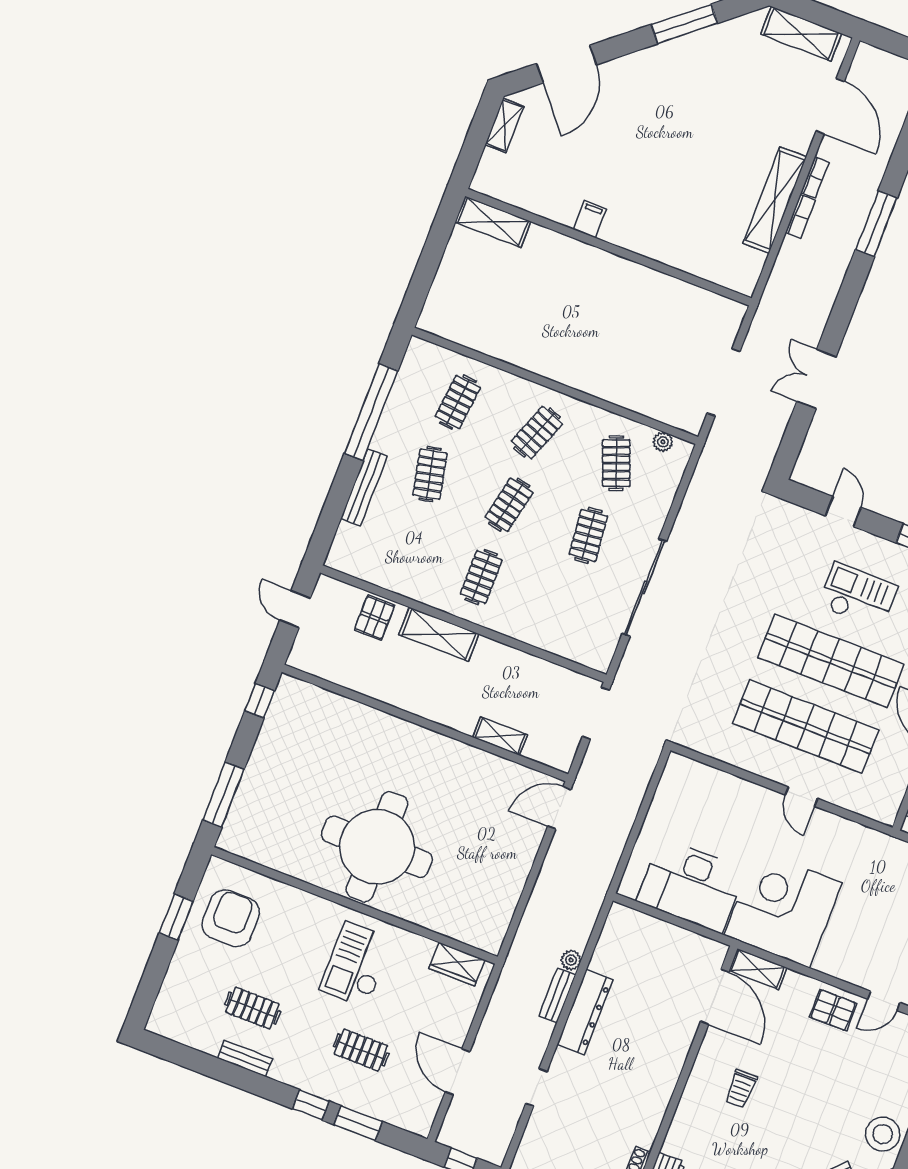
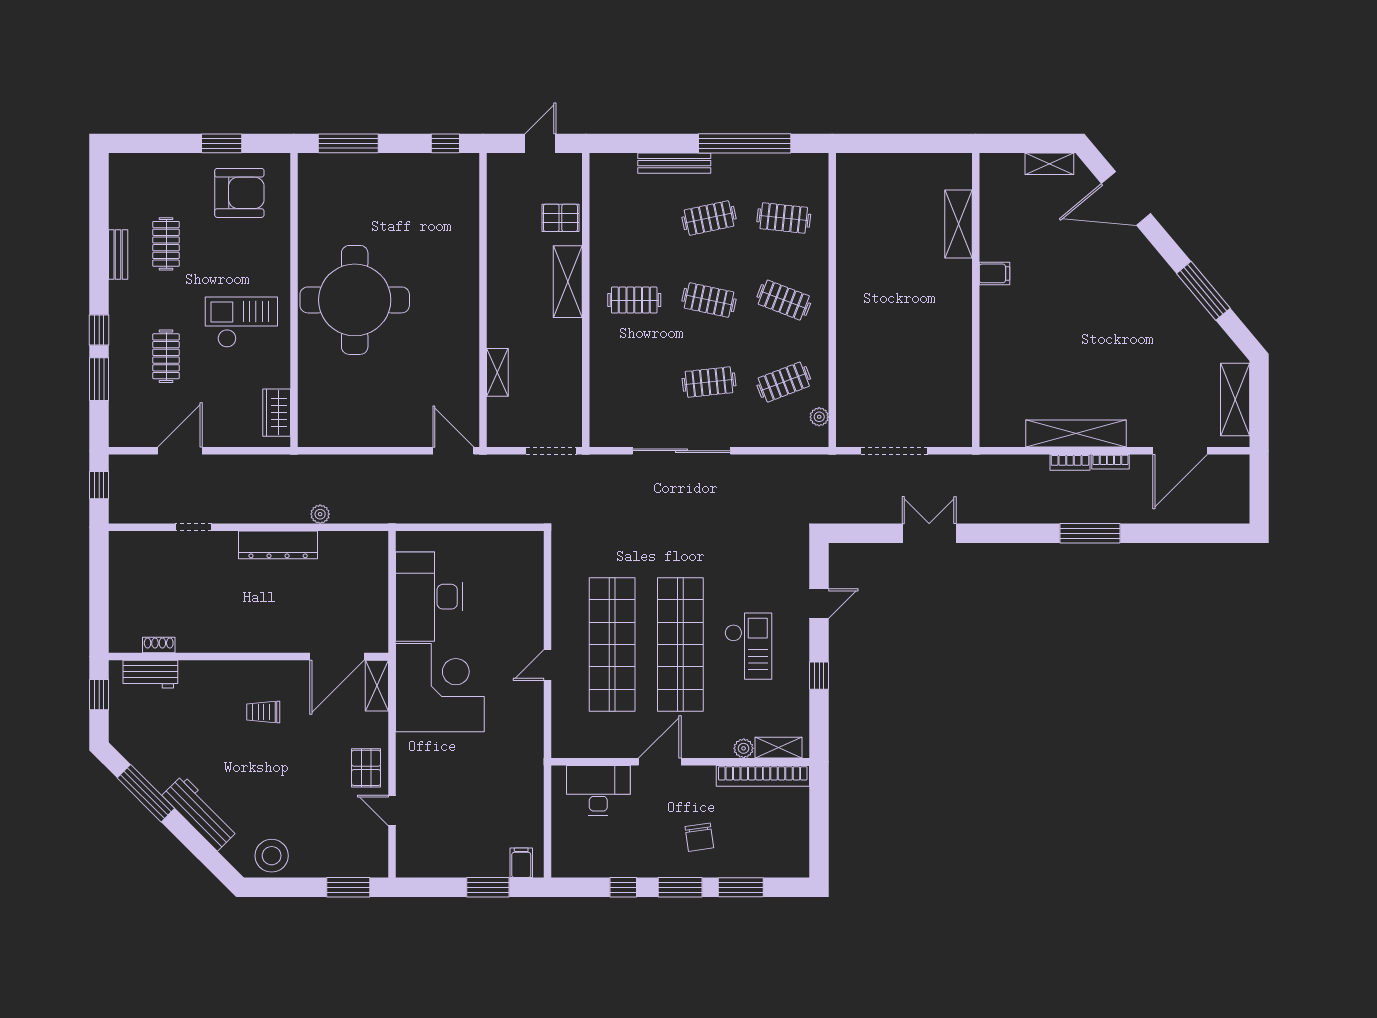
shelving: (493, 222) -> (958, 224), moved
bench: (557, 995) -> (284, 514), removed

